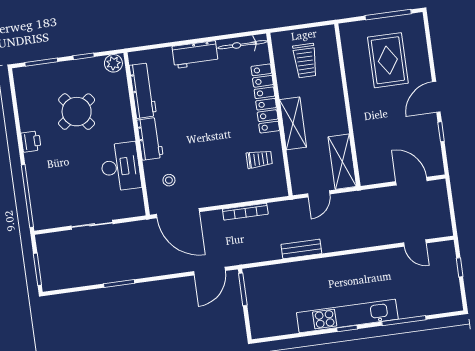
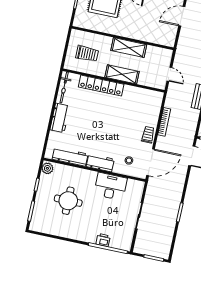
round table: (77, 112) -> (68, 201), turned 37
printer: (31, 141) -> (103, 240), moved
trolley: (259, 159) -> (148, 135), moved
shelving: (342, 162) -> (129, 48), moved

